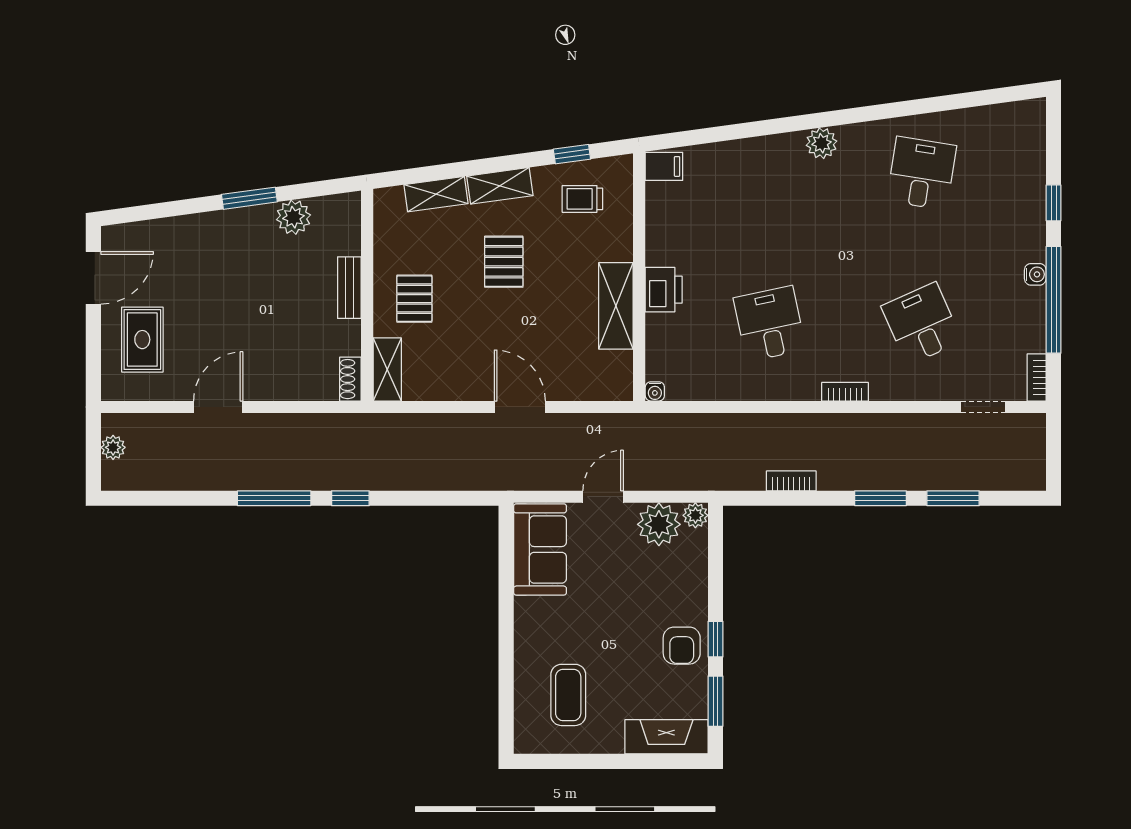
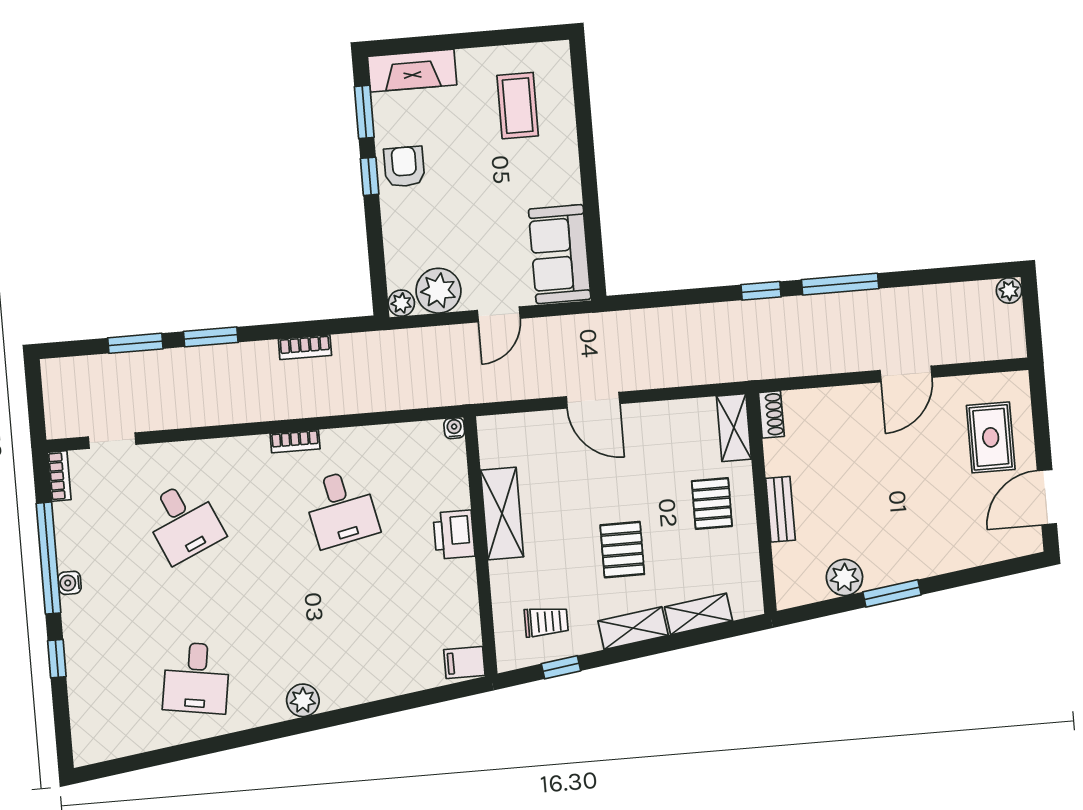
bookcase: (845, 392) -> (295, 441), moved
plant: (113, 447) -> (1009, 291), moved

